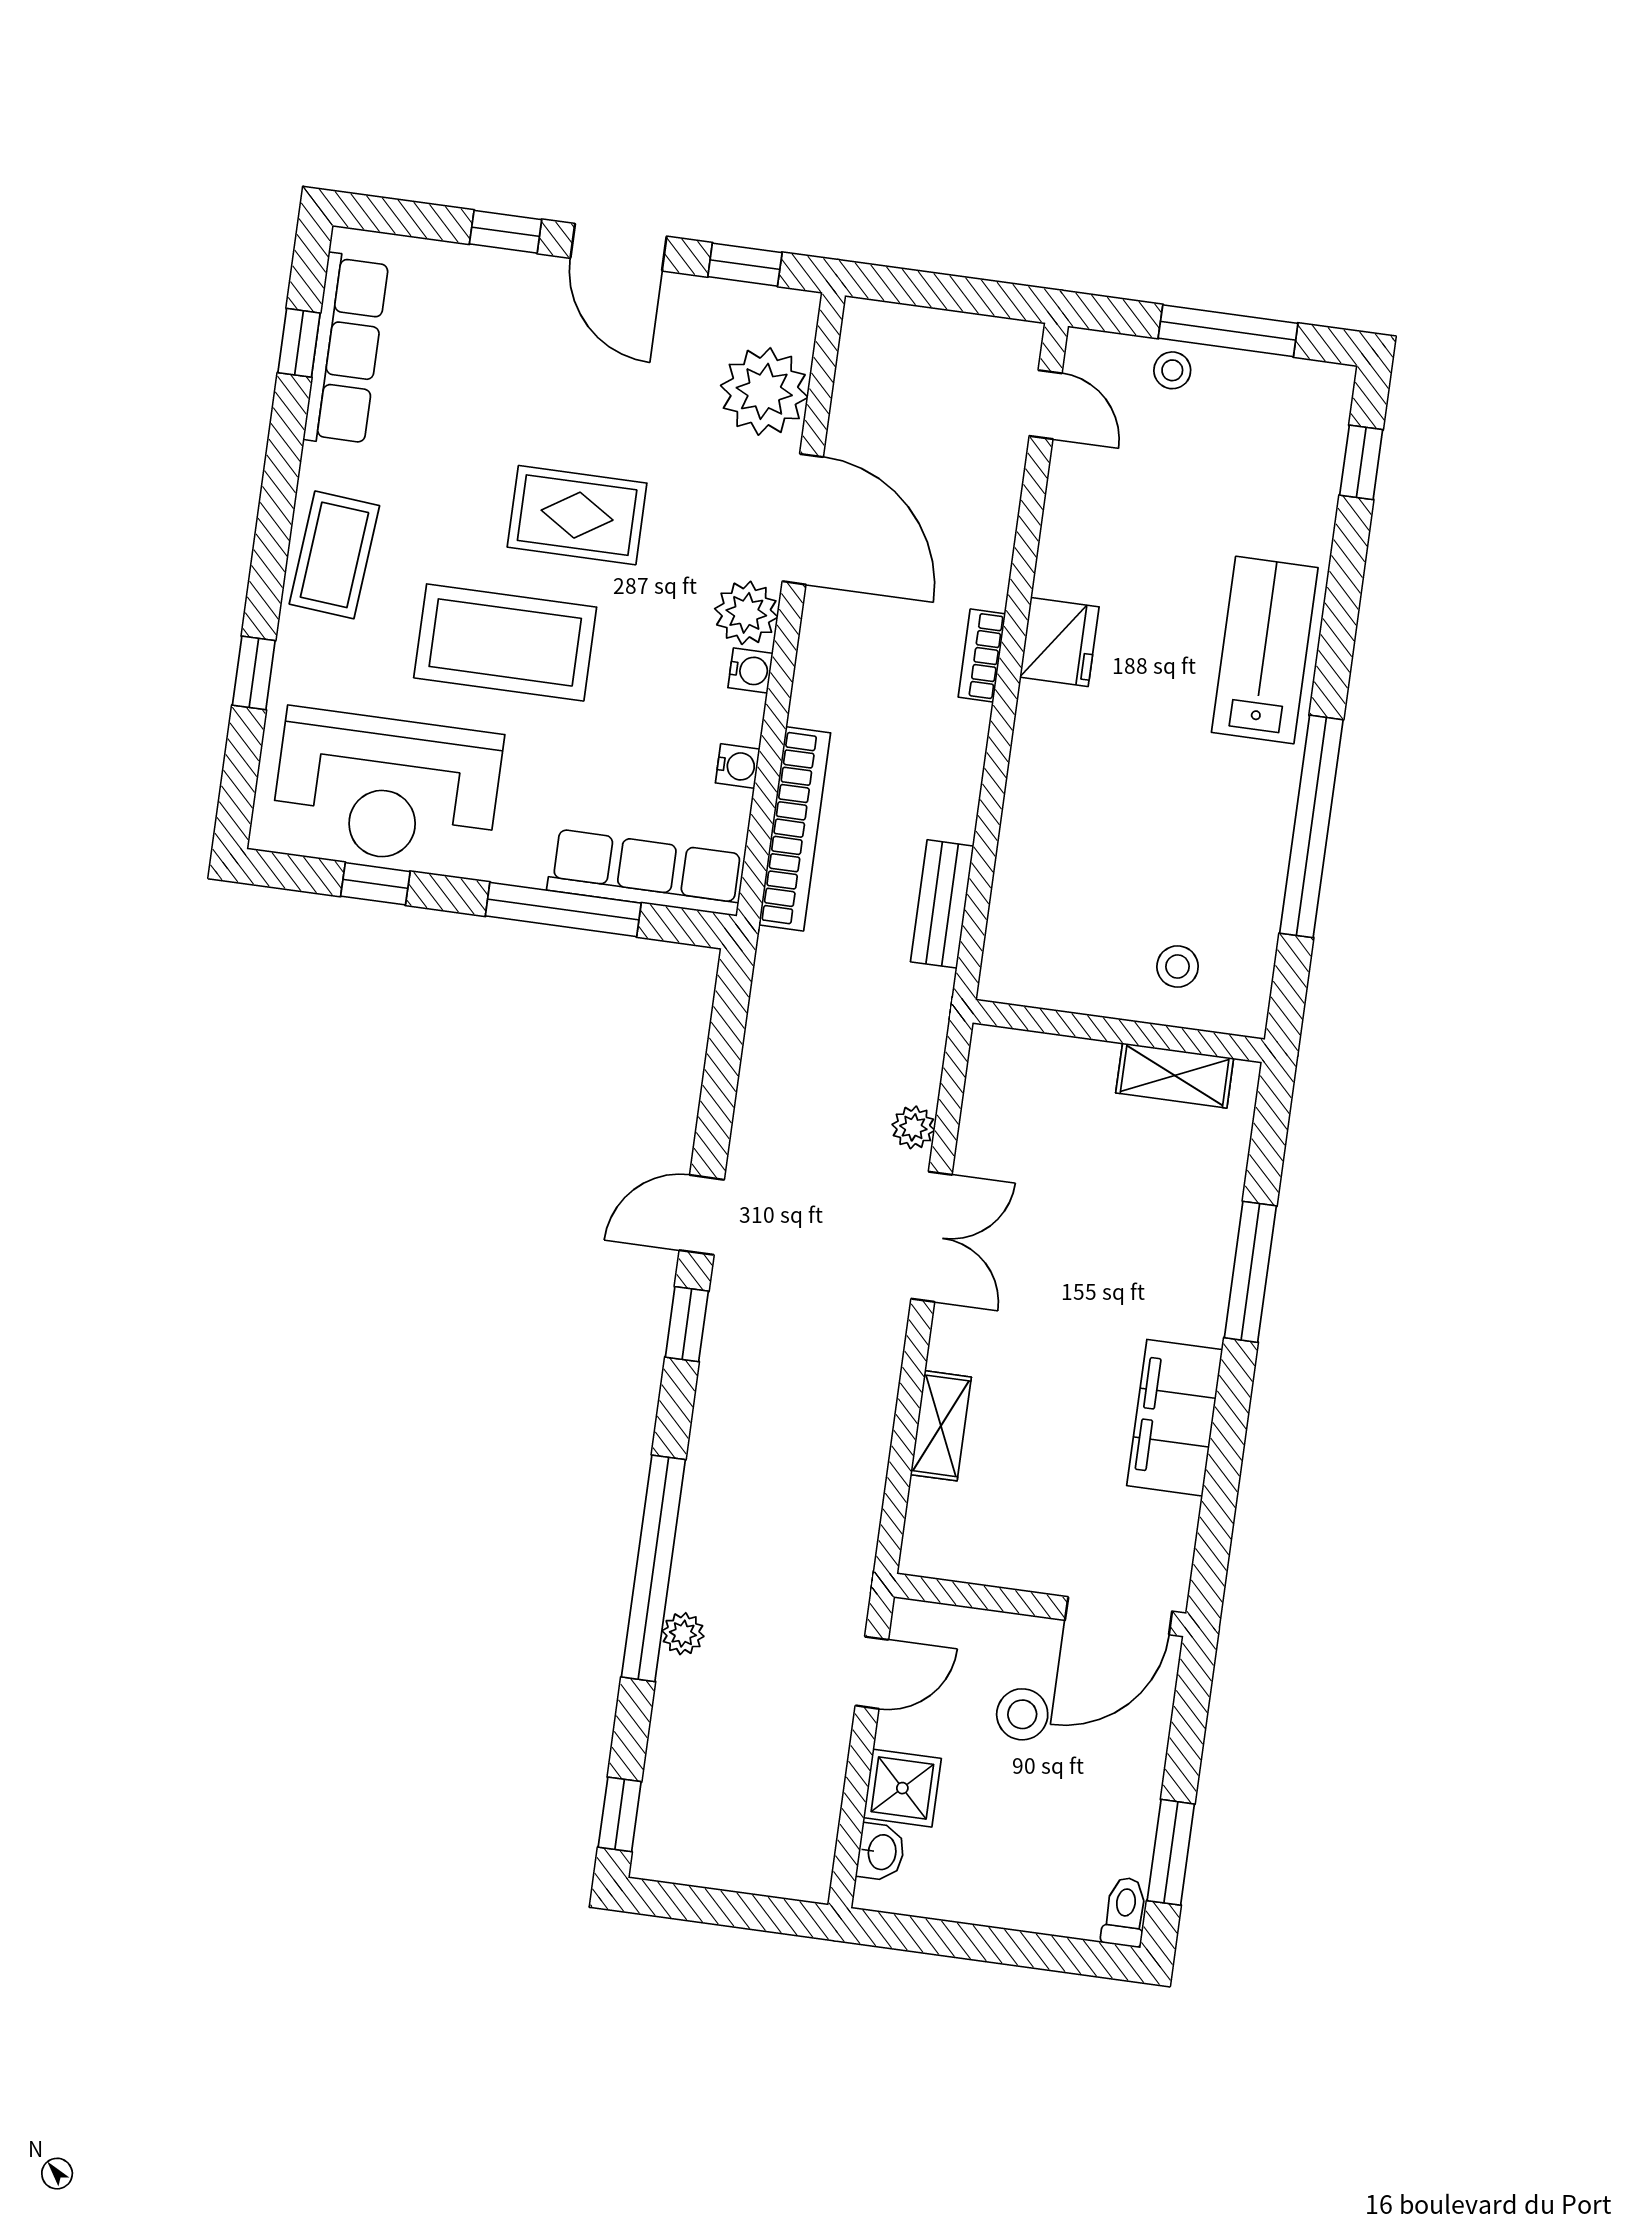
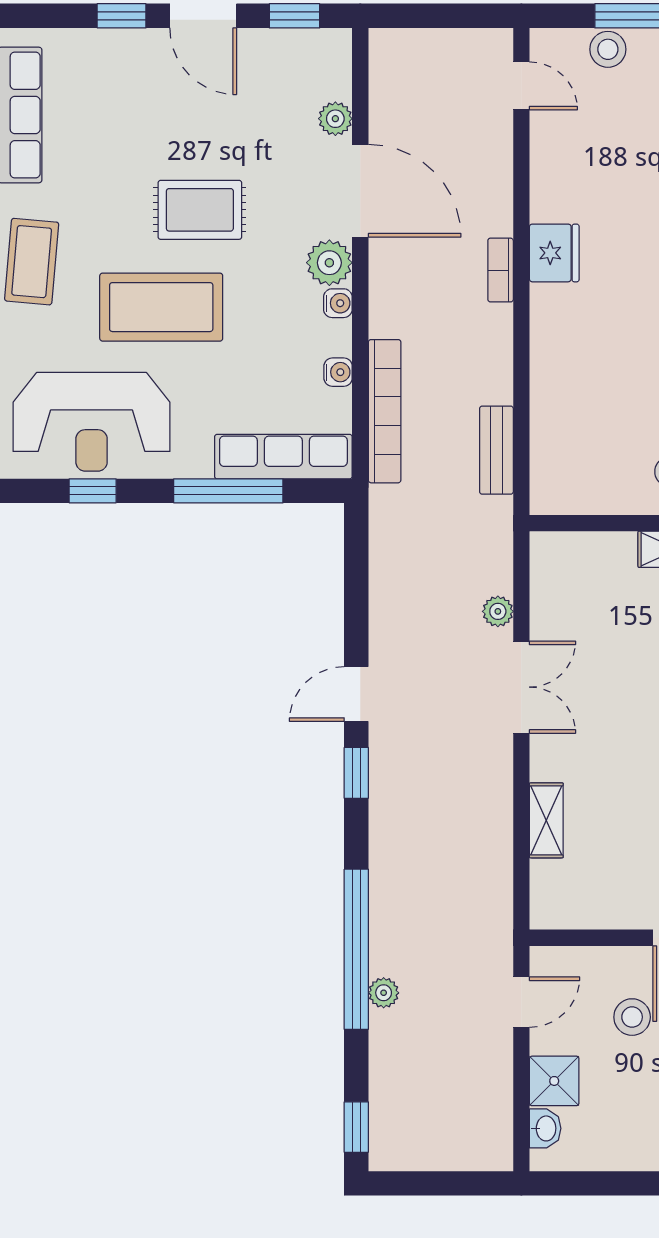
stool: (1172, 370) -> (608, 49), width x1.37, depth x1.37
plant: (764, 391) -> (335, 119), width x0.53, depth x0.53

